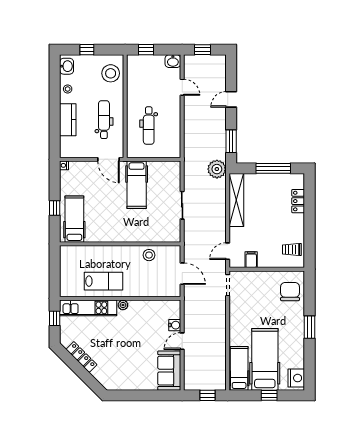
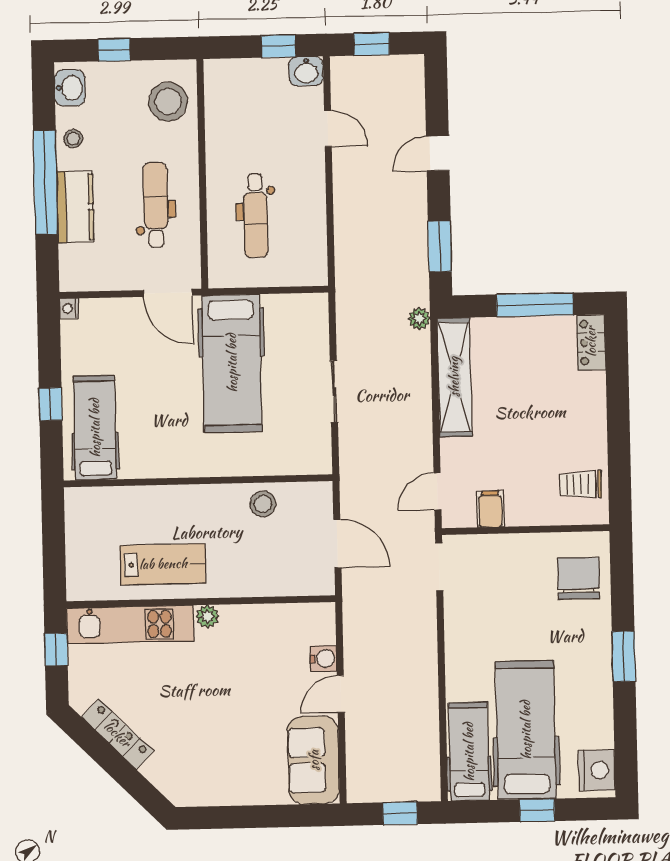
window: (146, 50) -> (279, 46), moved
window: (55, 108) -> (45, 182), added
plant: (217, 169) -> (419, 319), width x0.53, depth x0.53
hospital bed: (137, 185) -> (232, 363), width x1.37, depth x1.29
locker: (298, 201) -> (591, 342), moved

